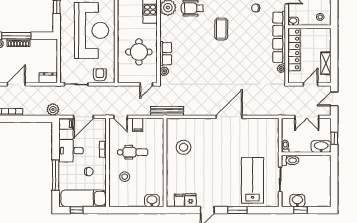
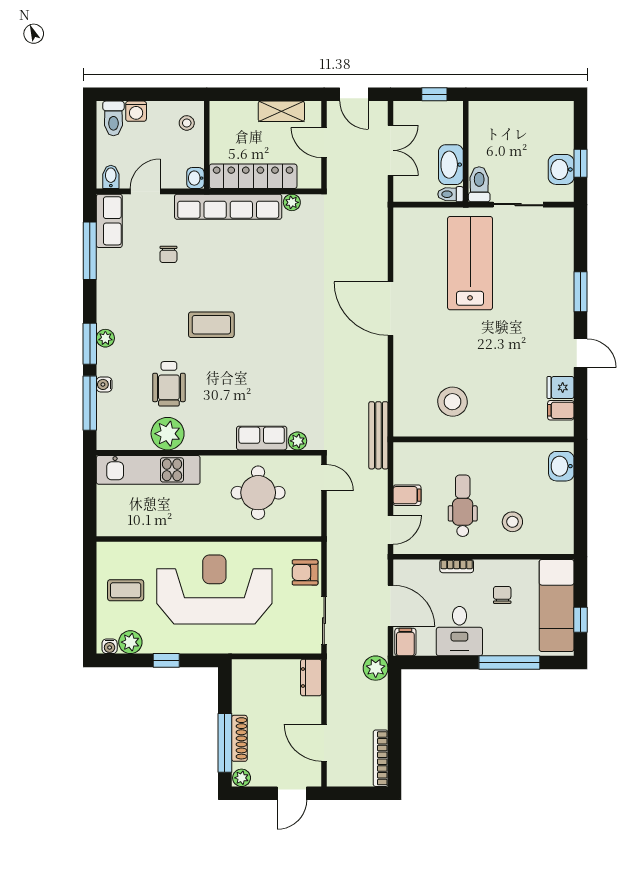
washbasin: (321, 146) -> (451, 165), moved
lab bench: (252, 180) -> (470, 263), moved, turned 90

